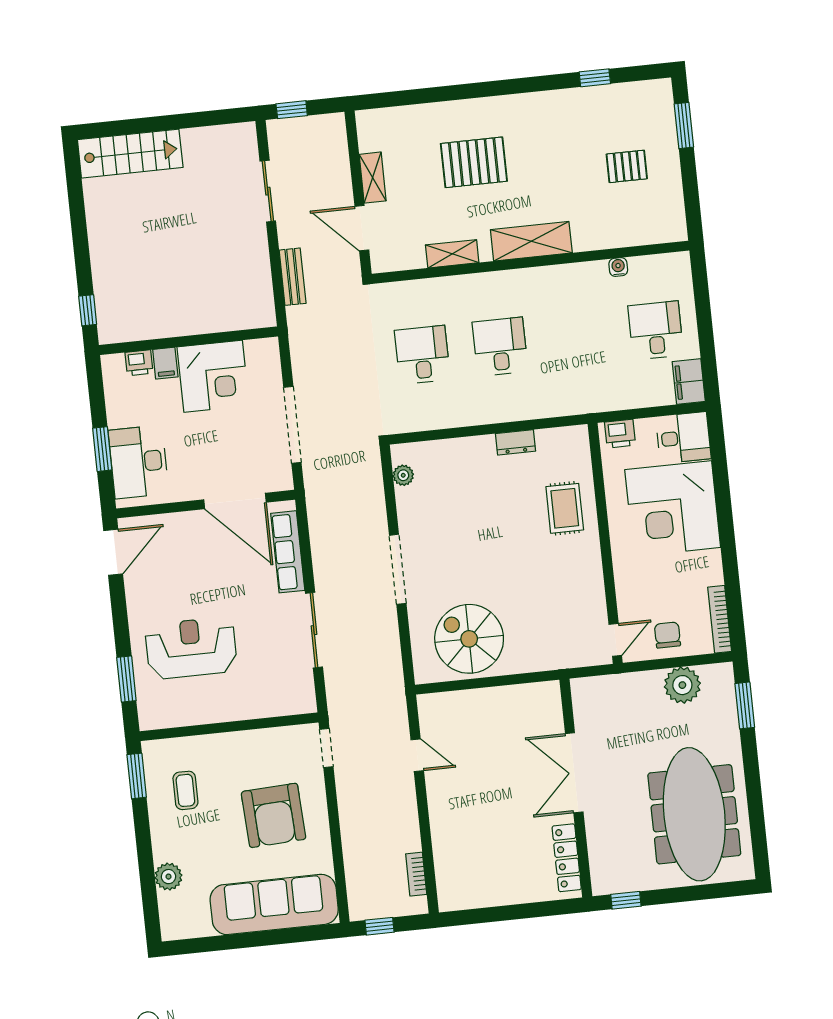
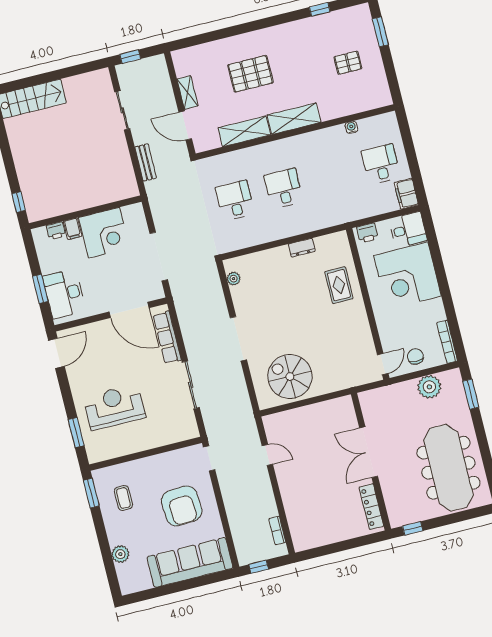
shelving: (452, 254) -> (244, 131), width x1.50, depth x1.33

